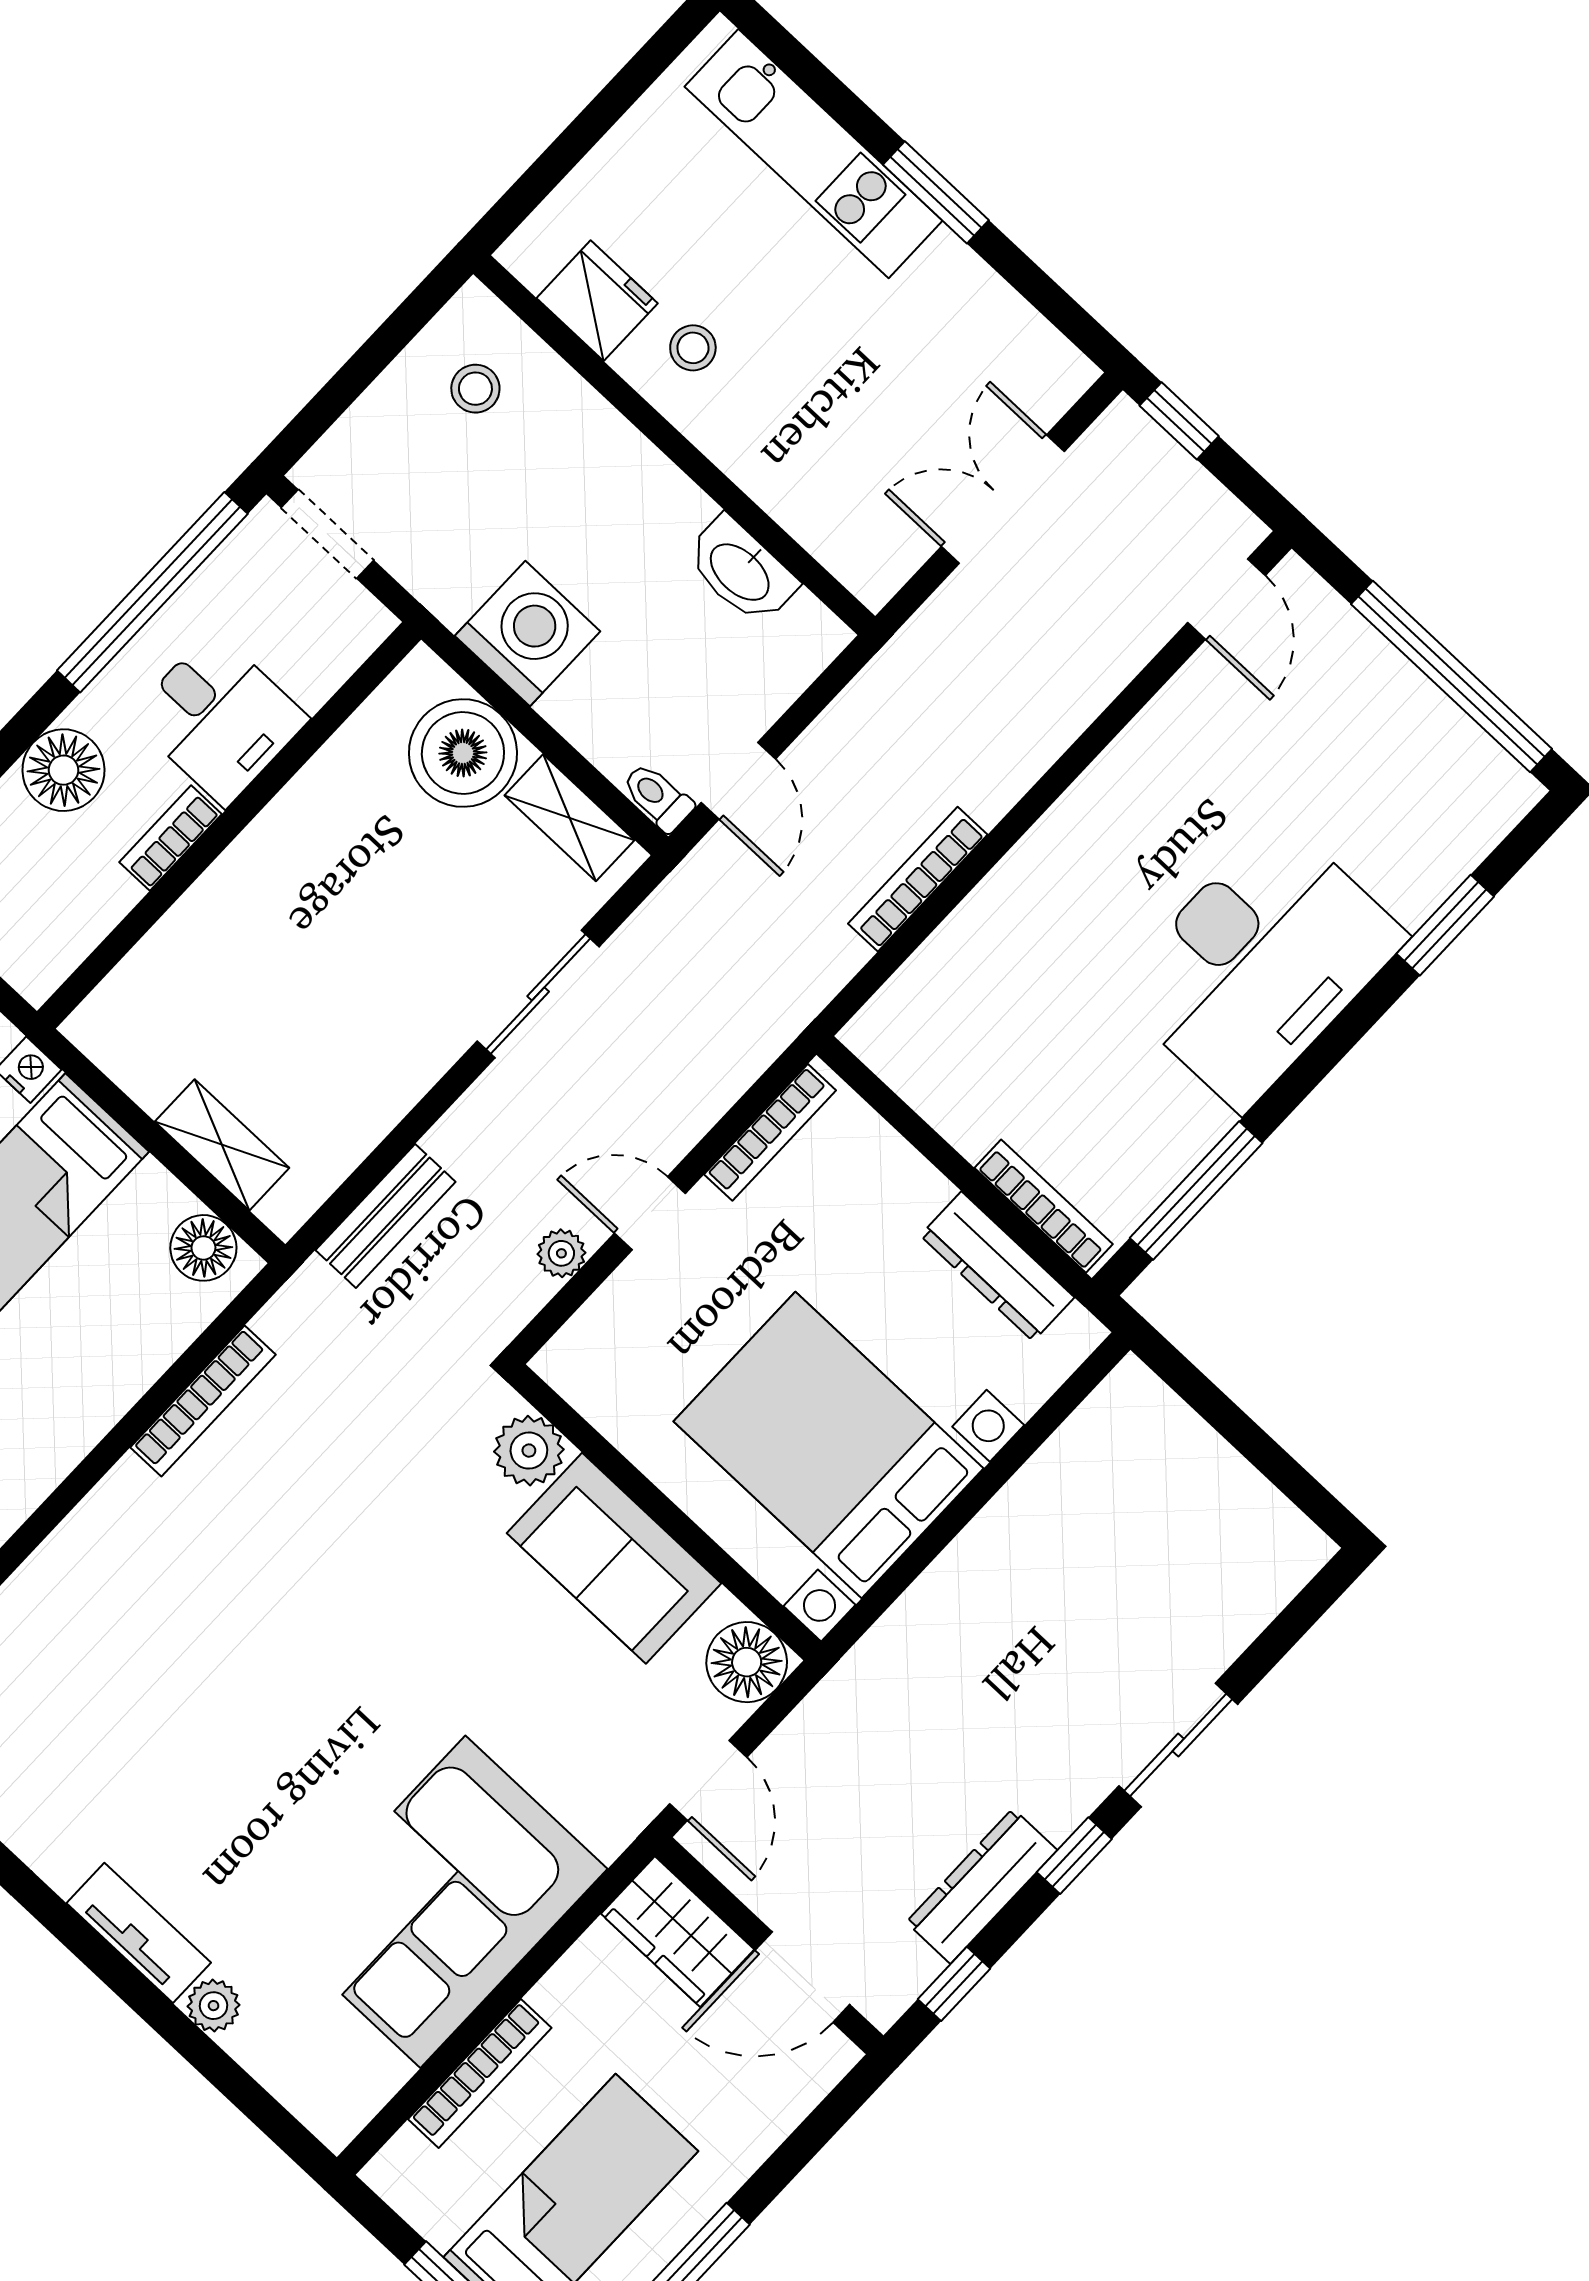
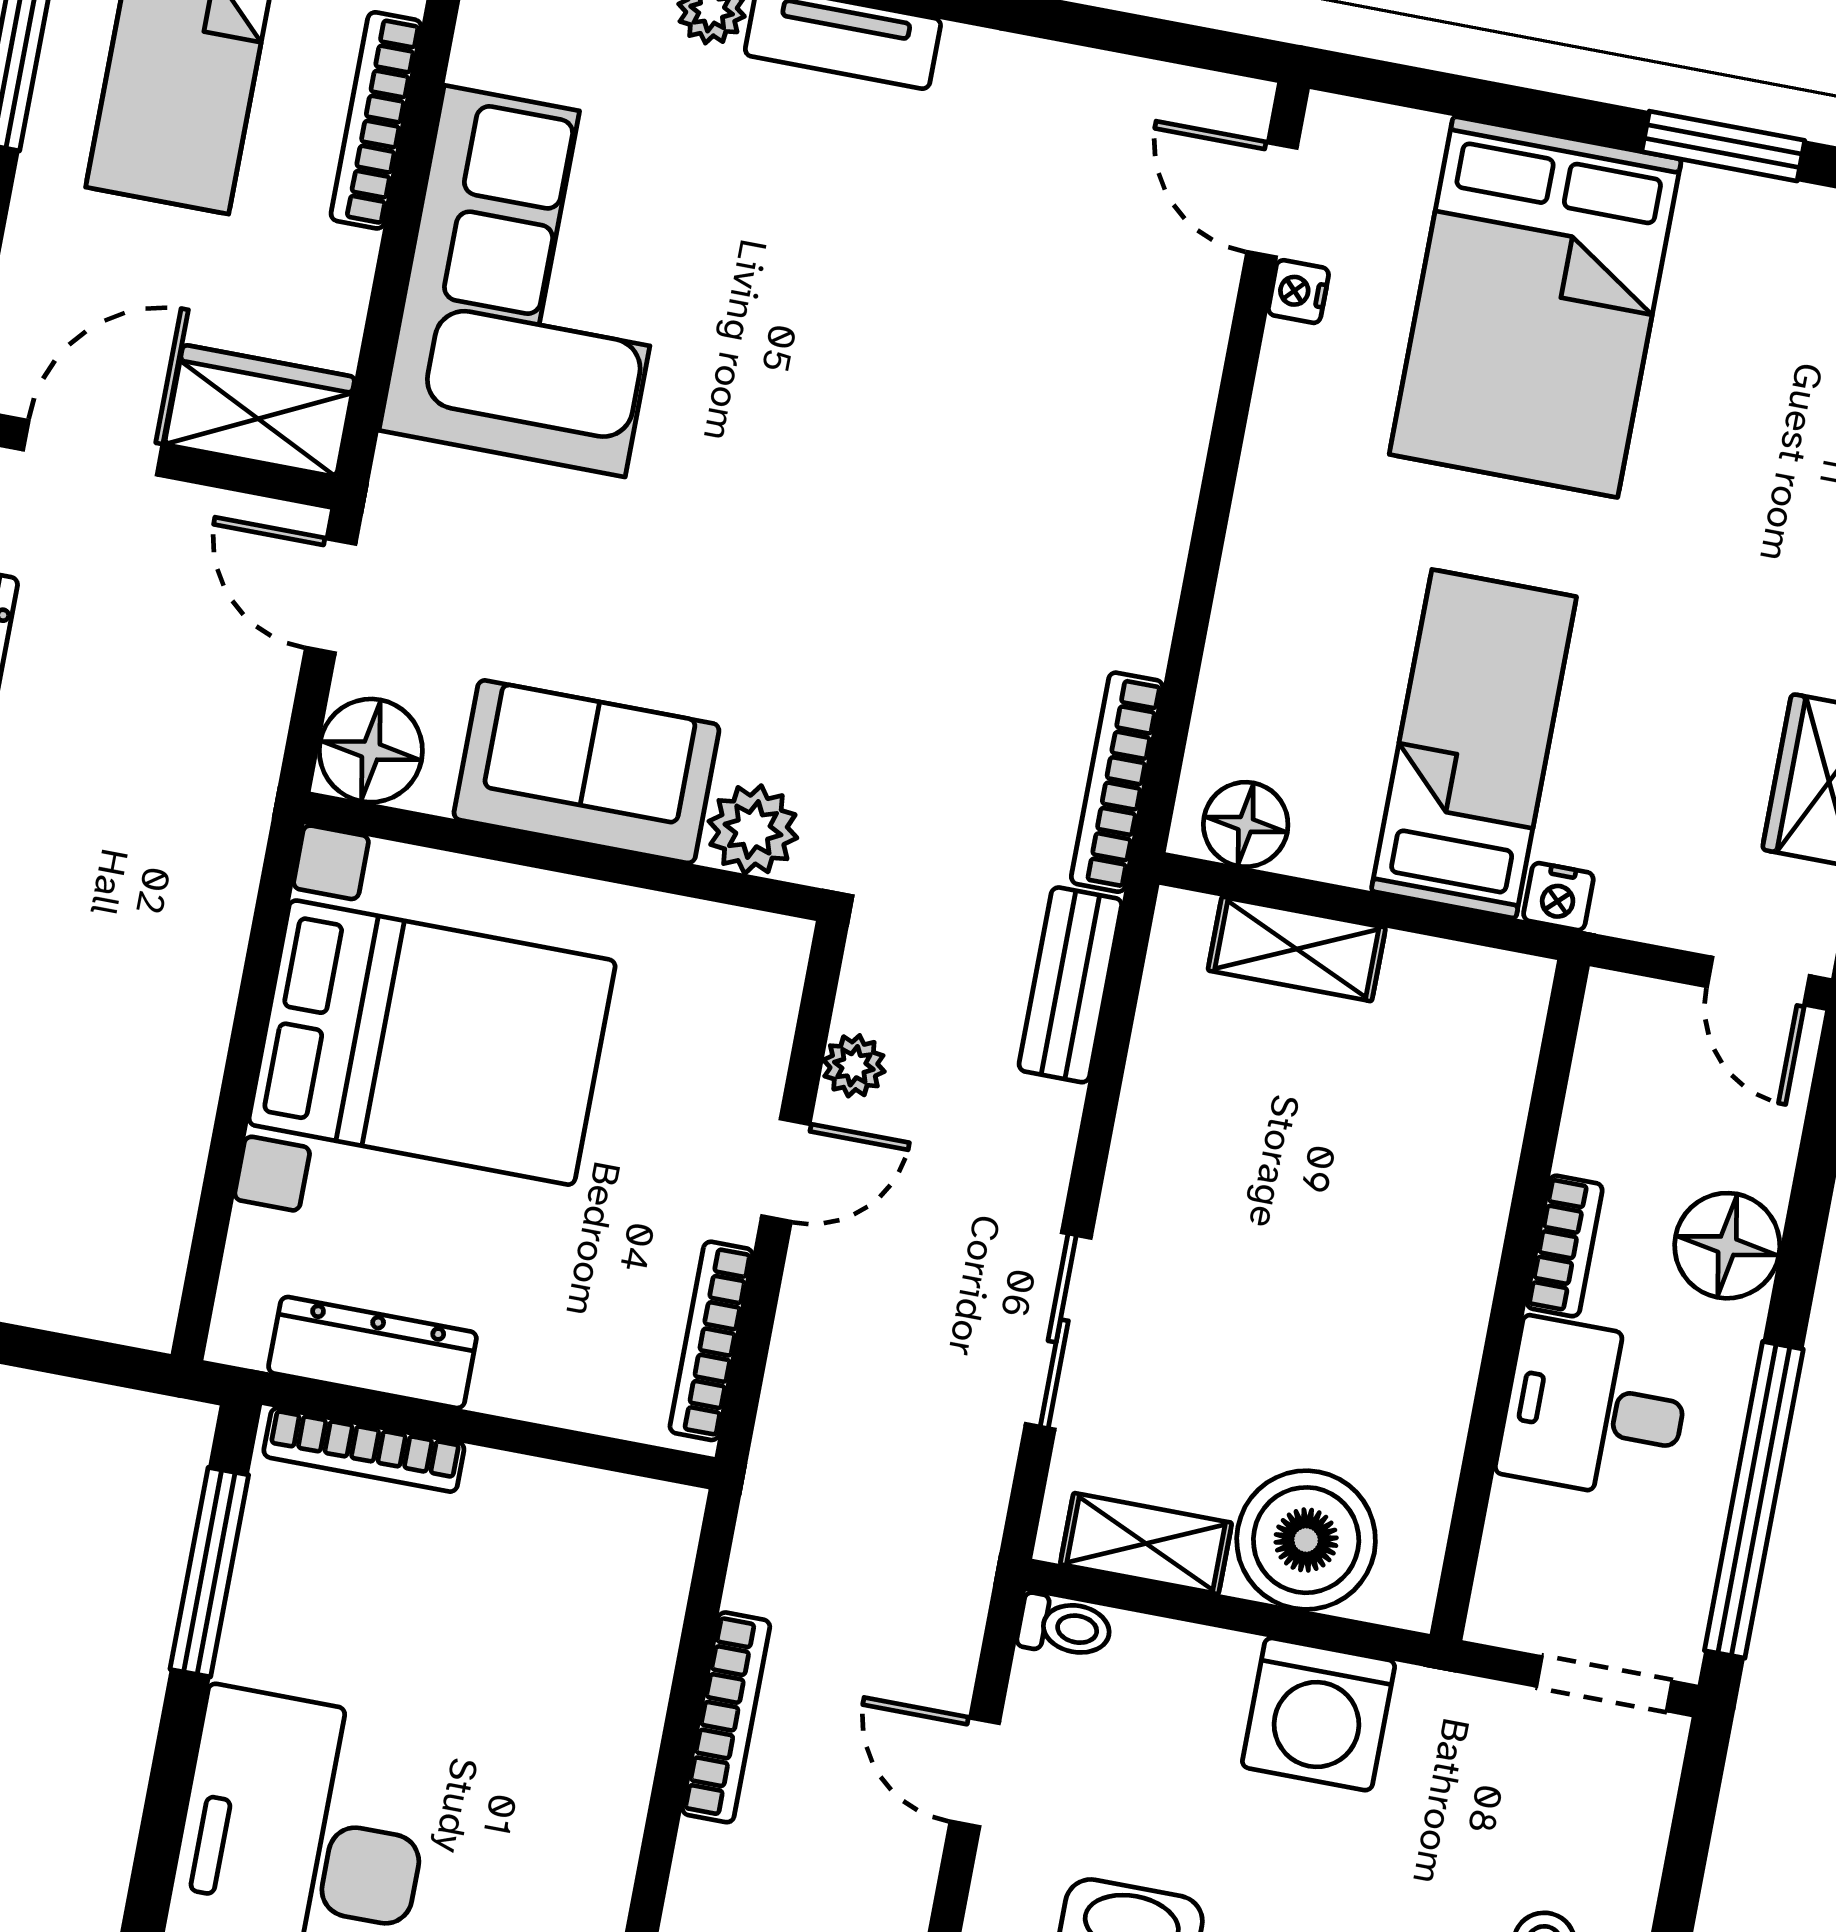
door: (738, 781) -> (975, 1772), moved
bookcase: (203, 1401) -> (1117, 782), moved

